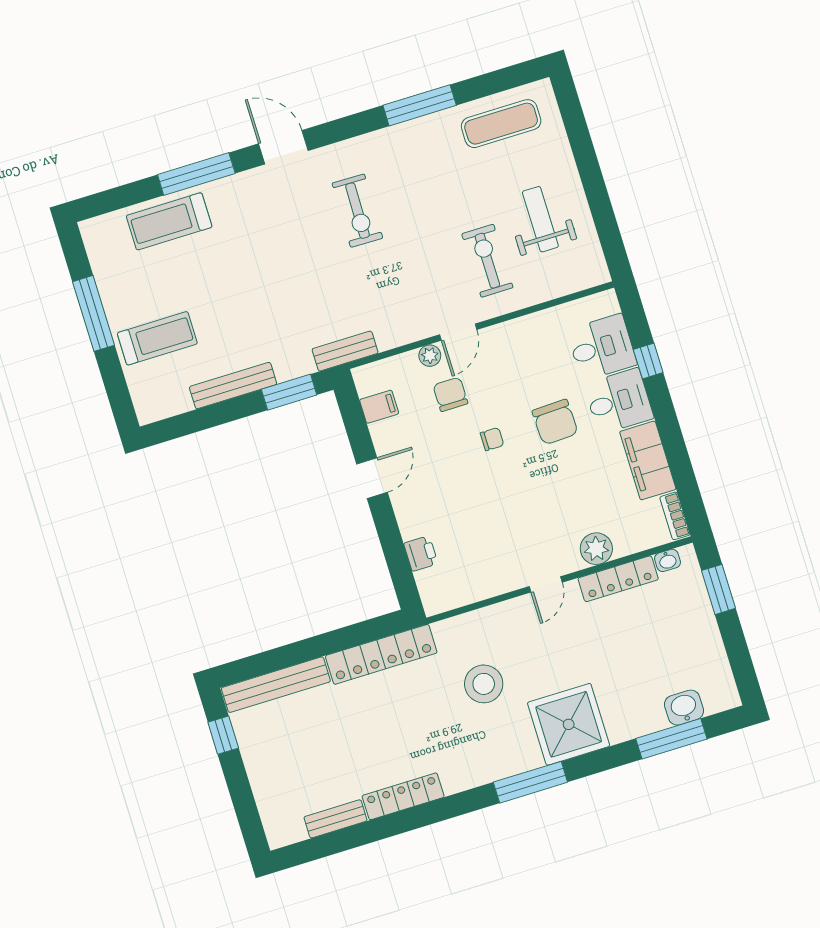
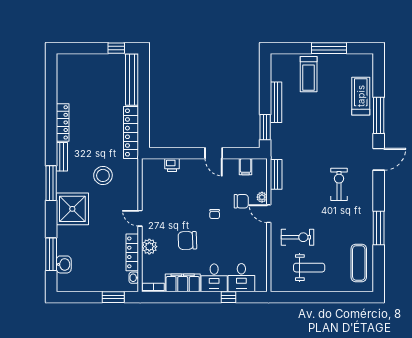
exercise bike: (357, 211) -> (339, 184), turned 89
bench: (345, 351) -> (276, 174), moved
chair: (555, 422) -> (187, 240), moved
bench: (336, 819) -> (62, 157), moved

